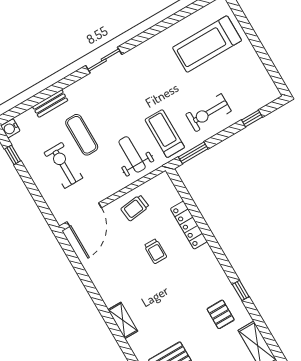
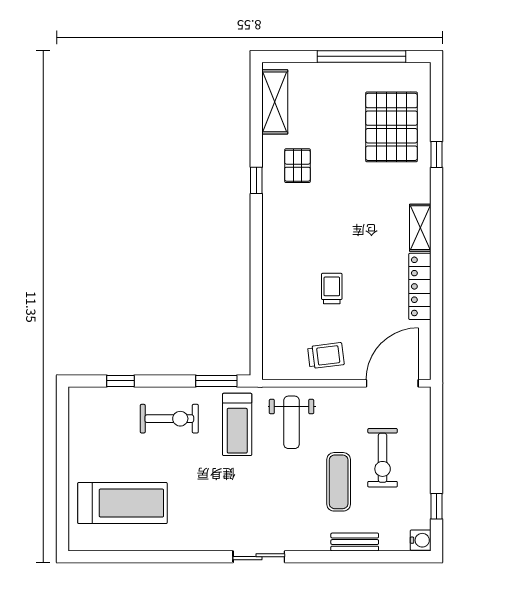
locker: (189, 225) -> (420, 286), moved, turned 180

